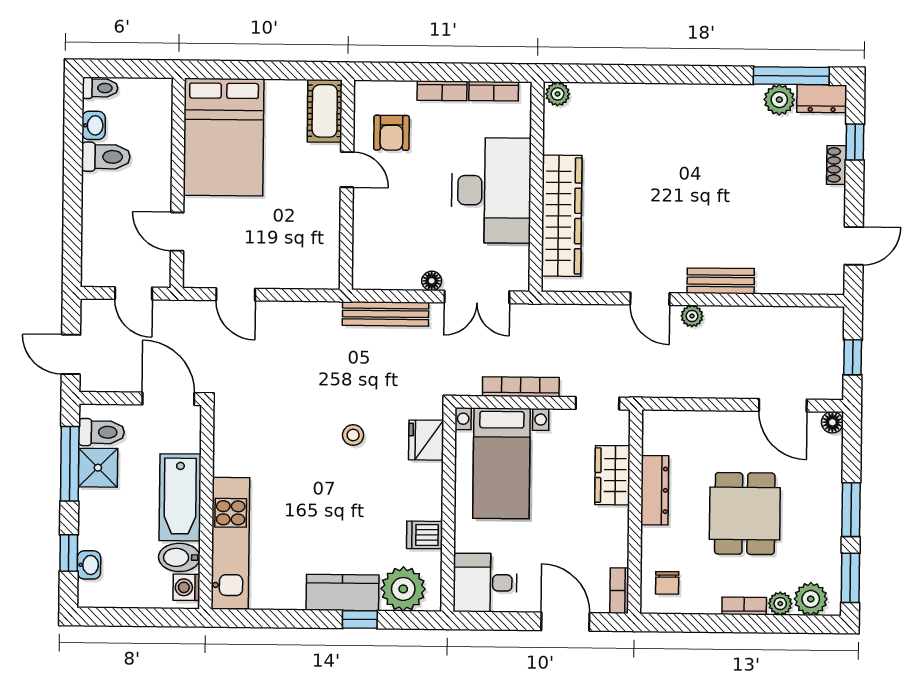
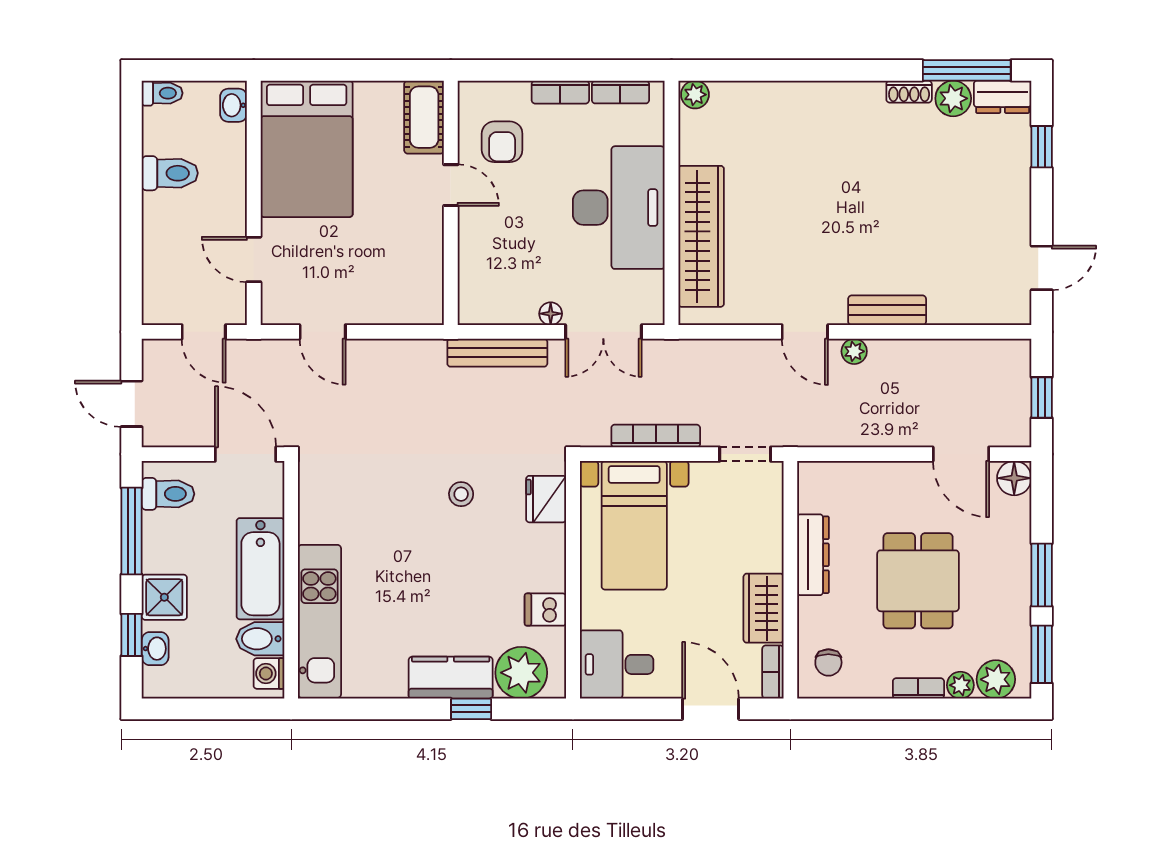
washbasin: (94, 125) -> (234, 105), moved, turned 180
shoe rack: (836, 165) -> (909, 92), moved, turned -90
floor lamp: (832, 422) -> (1014, 478), width x1.37, depth x1.37
shower: (98, 468) -> (164, 597), moved
wardrobe: (612, 475) -> (763, 608), moved

